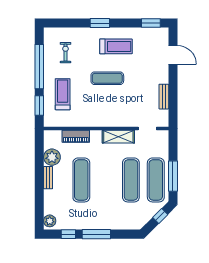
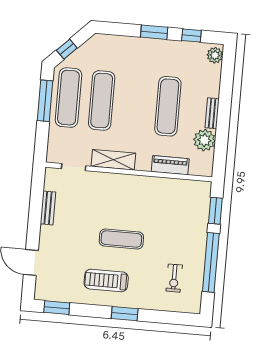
treadmill: (63, 94) -> (183, 223), removed
window: (96, 234) -> (154, 32), width x0.69

